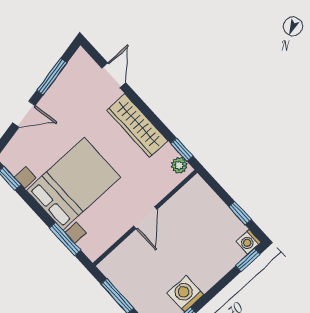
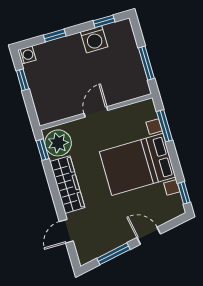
plant: (179, 165) -> (58, 143), width x1.88, depth x1.88
window: (248, 260) -> (55, 36), moved

